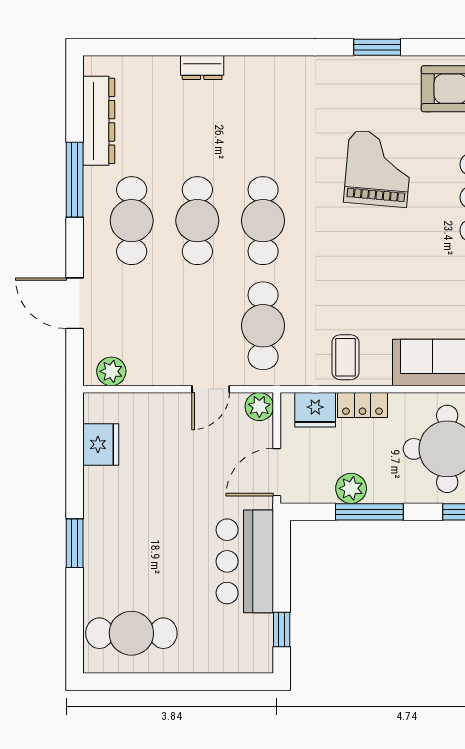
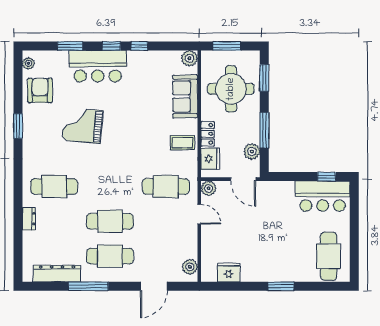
cafe table: (263, 221) -> (54, 186), moved
plant: (351, 488) -> (252, 151), moved
bar counter: (245, 561) -> (323, 196), moved

